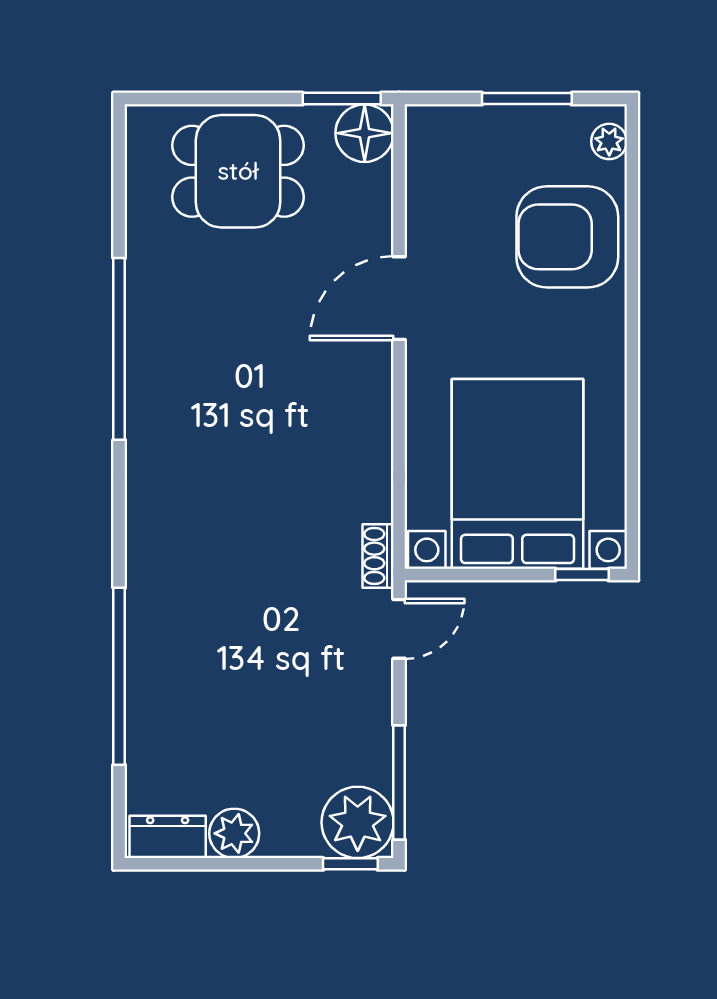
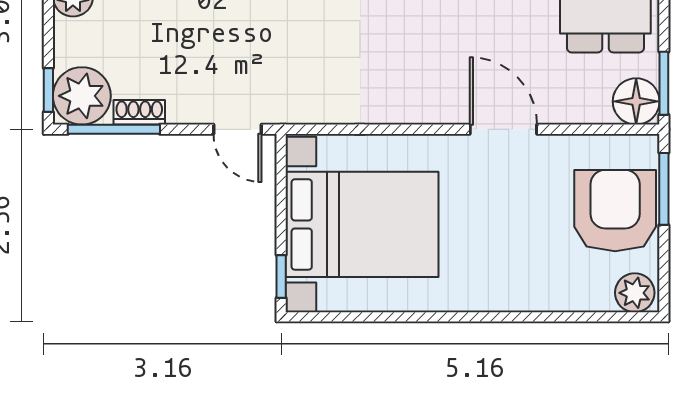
window: (527, 99) -> (664, 189), moved
plant: (609, 141) -> (635, 293), width x1.38, depth x1.38
armchair: (567, 237) -> (615, 211), moved
shoe rack: (378, 556) -> (139, 112), moved

